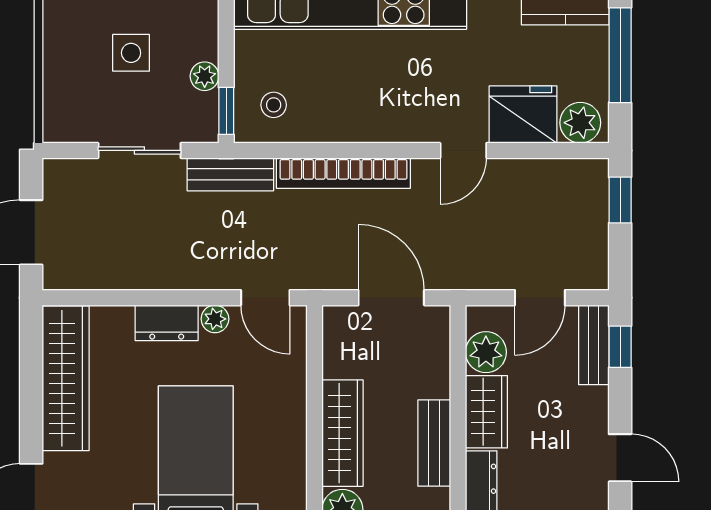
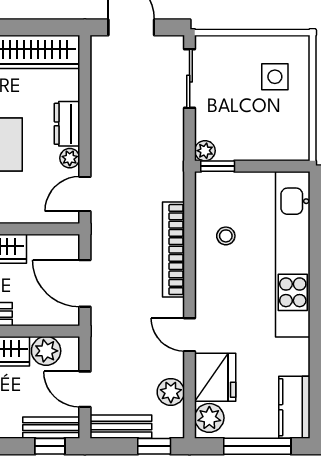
side table: (131, 53) -> (275, 77), moved
plant: (205, 76) -> (205, 151), moved
stool: (274, 105) -> (226, 236), moved
sliding door: (139, 150) -> (190, 79), moved
bench: (230, 174) -> (121, 427), moved, turned 90
plant: (544, 177) -> (171, 392), added
door: (391, 298) -> (85, 283), swing flipped

